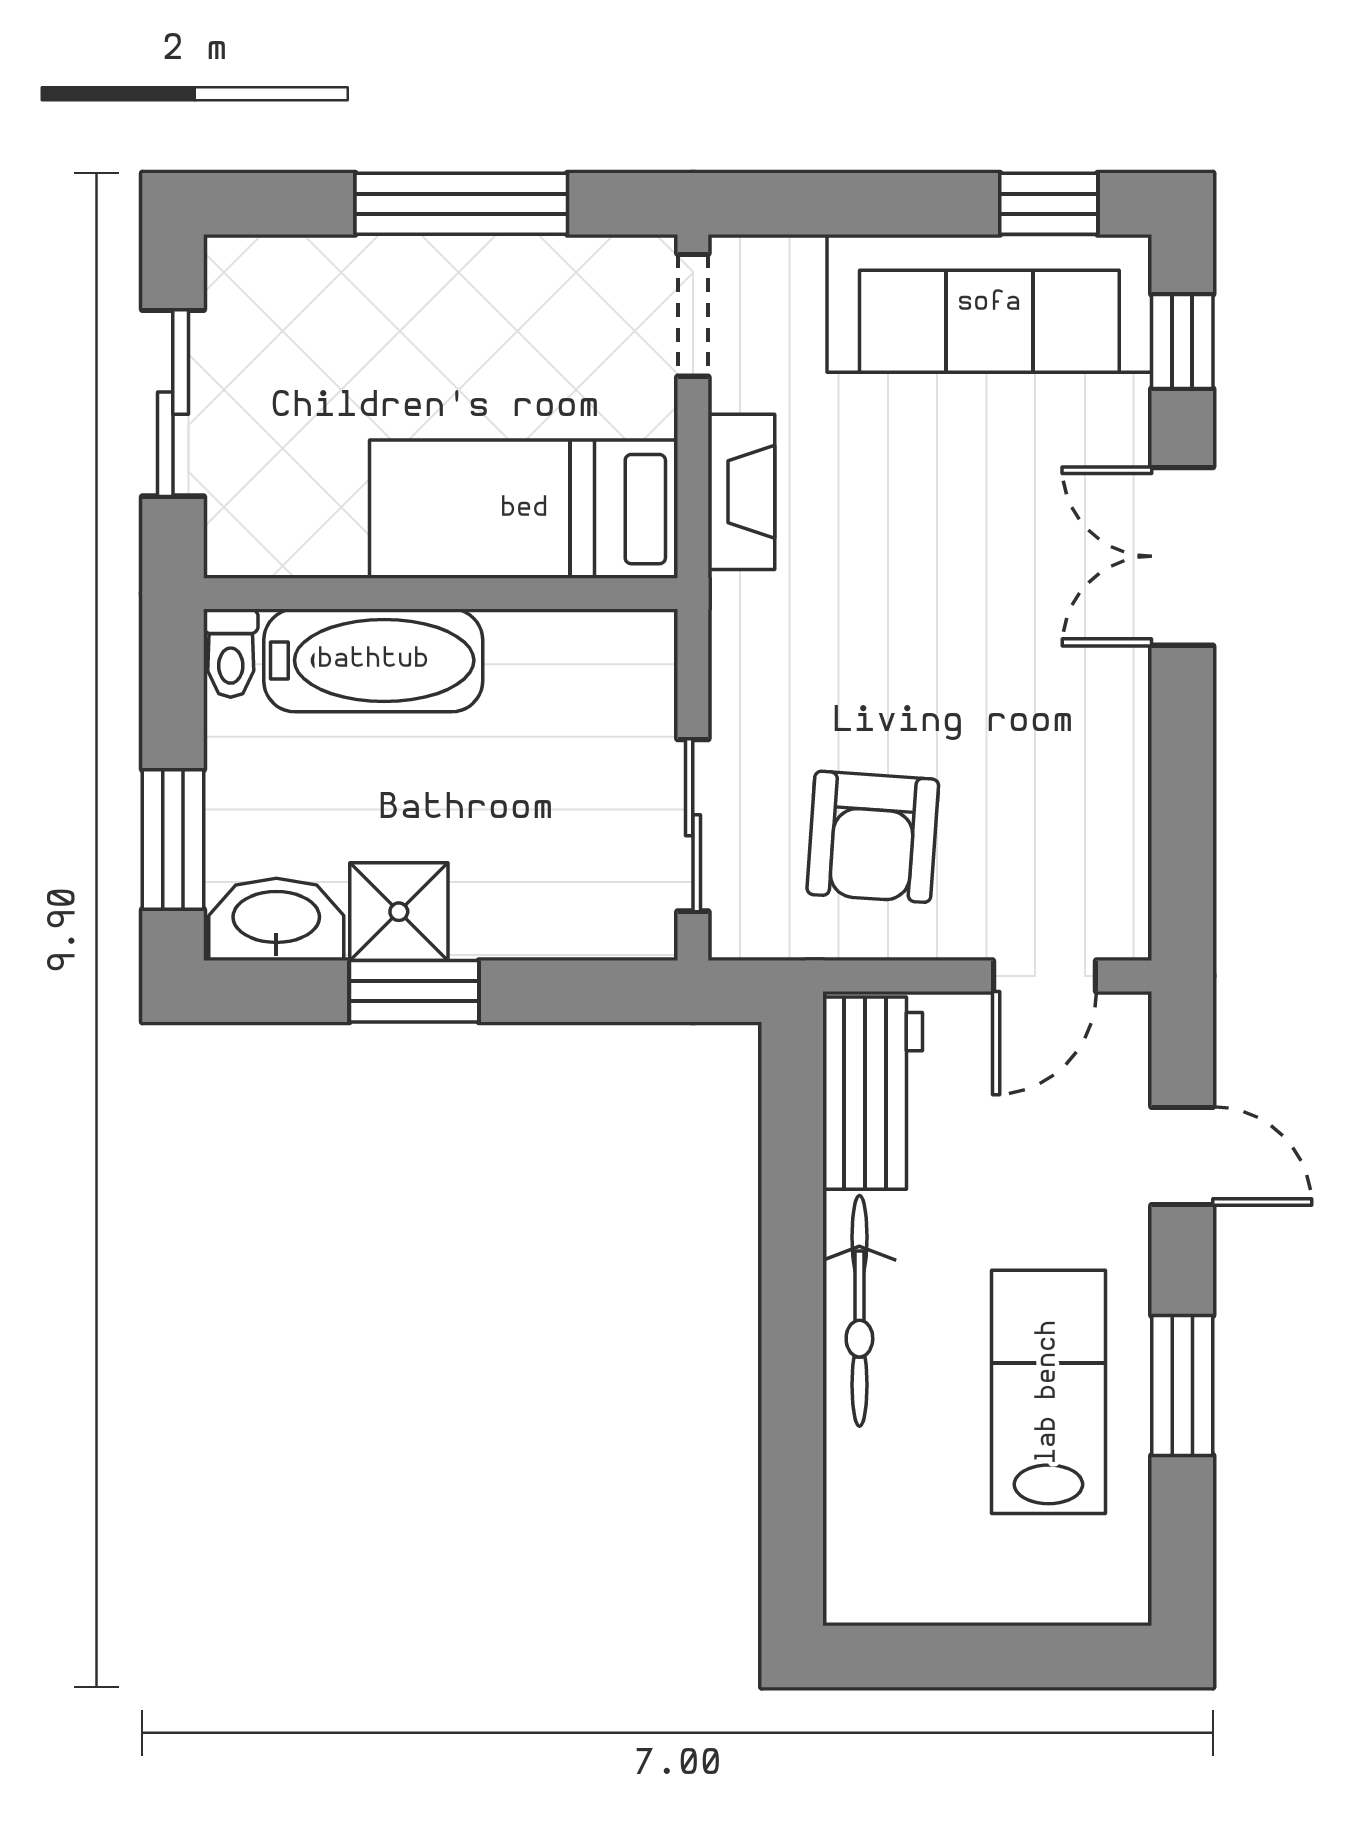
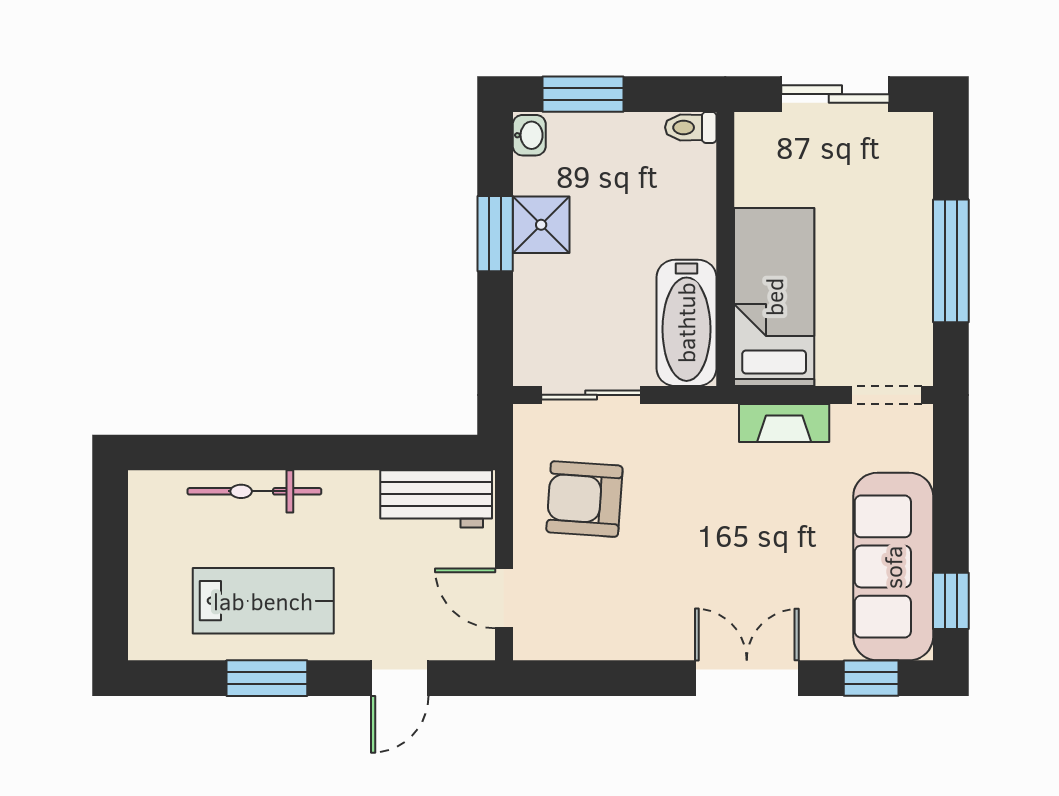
bathtub: (373, 660) -> (686, 323), moved
washbasin: (276, 919) -> (529, 135), width x0.52, depth x0.69
bicycle: (859, 1311) -> (254, 491), moved

